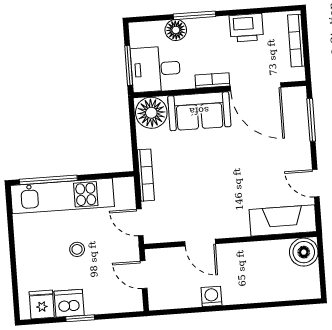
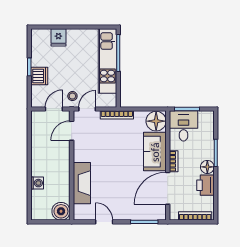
floor lamp: (176, 30) -> (207, 167), moved
door: (316, 183) -> (104, 222), hinge flipped
fireplace: (283, 221) -> (82, 183), moved
door: (200, 243) -> (72, 131), moved
stool: (77, 249) -> (72, 96), moved
washing machine: (211, 296) -> (37, 183), moved
dishwasher: (69, 303) -> (39, 76), moved
fridge: (42, 304) -> (58, 37), moved, turned 90

